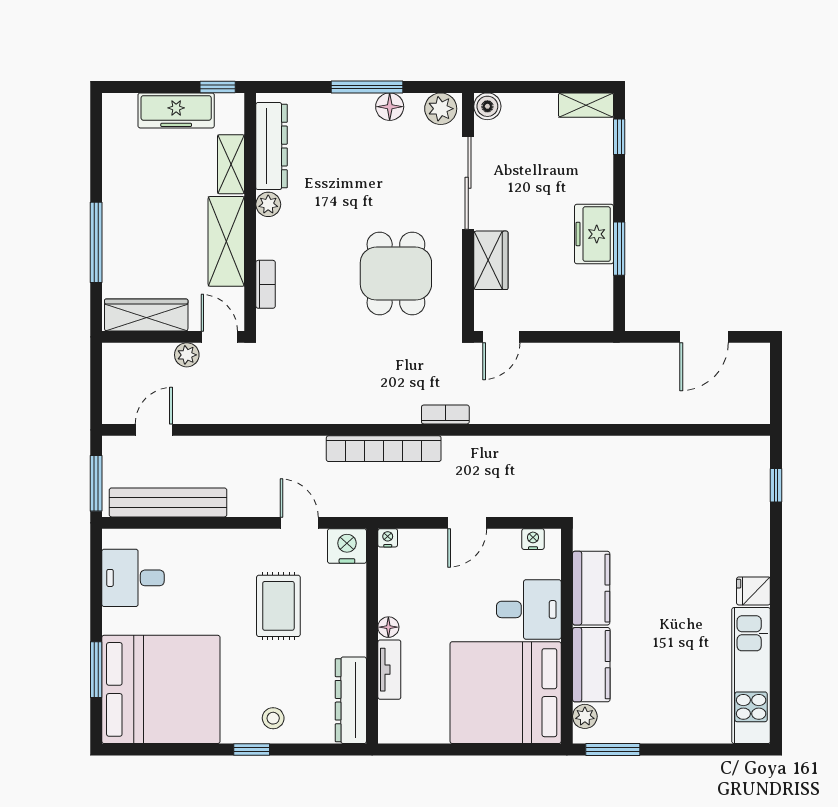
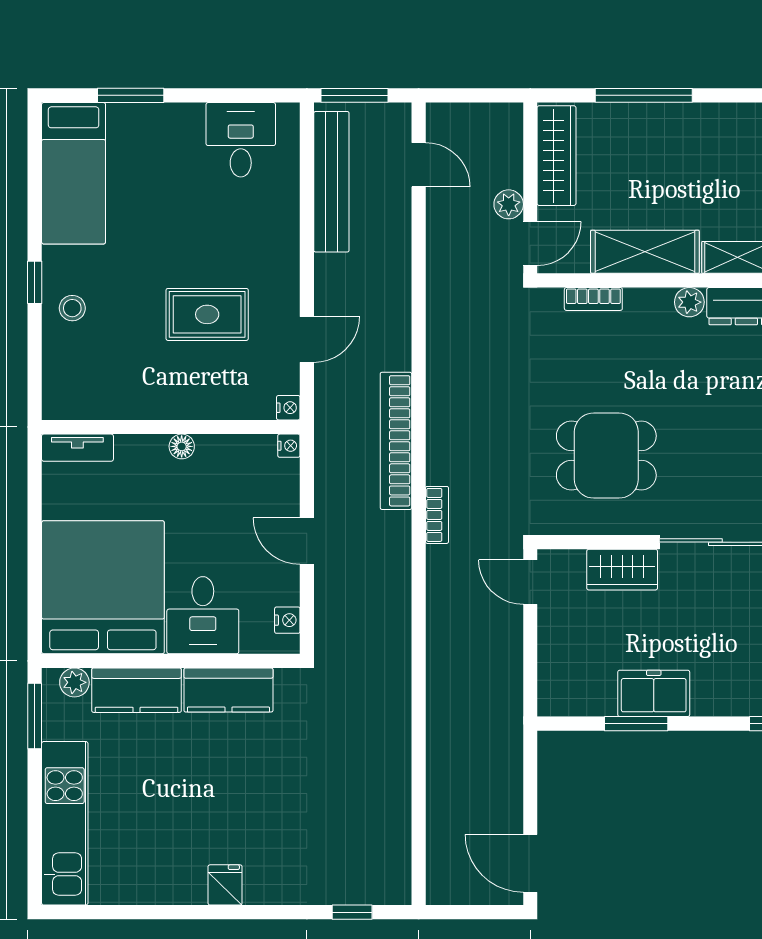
door: (704, 337) -> (530, 863), moved
nightstand: (347, 546) -> (288, 408), width x0.53, depth x0.56
tv unit: (389, 670) -> (77, 448), moved
kitchen unit: (751, 676) -> (65, 823), moved, turned 90
bed: (161, 689) -> (74, 173), width x0.49
dresser: (351, 700) -> (94, 401), removed

